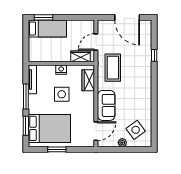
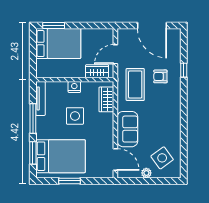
bed: (47, 28) -> (58, 44), width x1.50
armchair: (134, 61) -> (160, 76), added
door: (96, 131) -> (115, 159), hinge flipped

